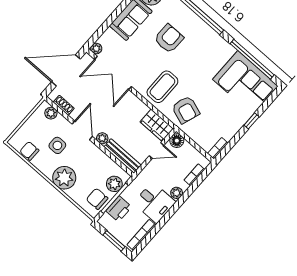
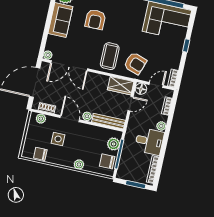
armchair: (169, 39) -> (95, 19), turned 180
door: (195, 146) -> (156, 85), added
plant: (64, 178) -> (79, 164), width x0.53, depth x0.53
printer: (119, 209) -> (127, 160), removed

